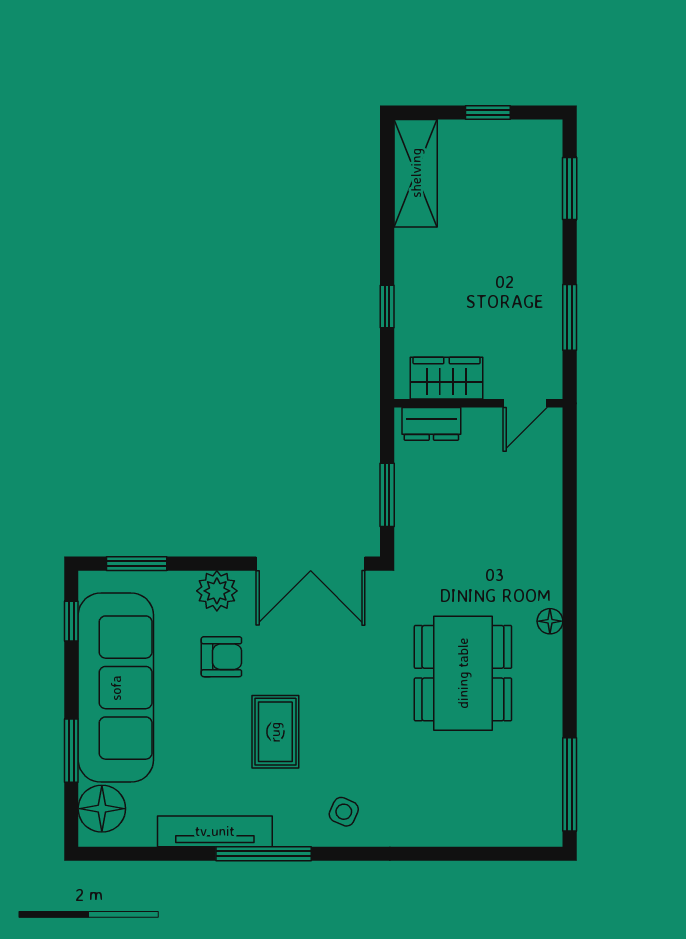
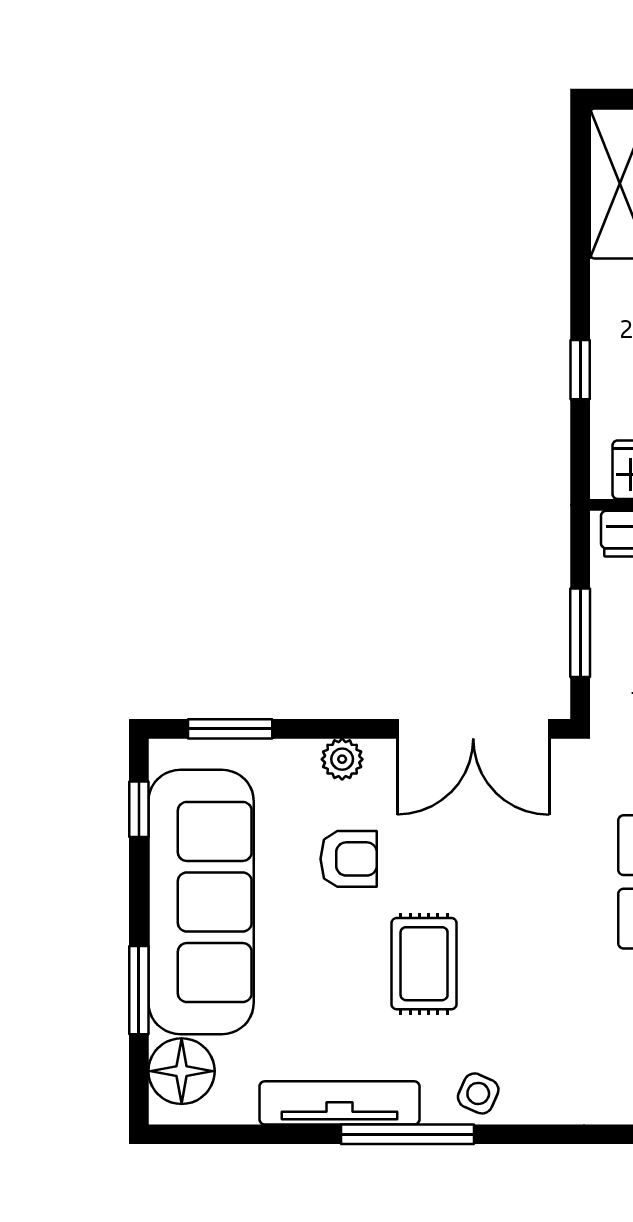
plant: (217, 591) -> (342, 759), width x0.73, depth x0.73
side table: (344, 812) -> (478, 1093), moved

